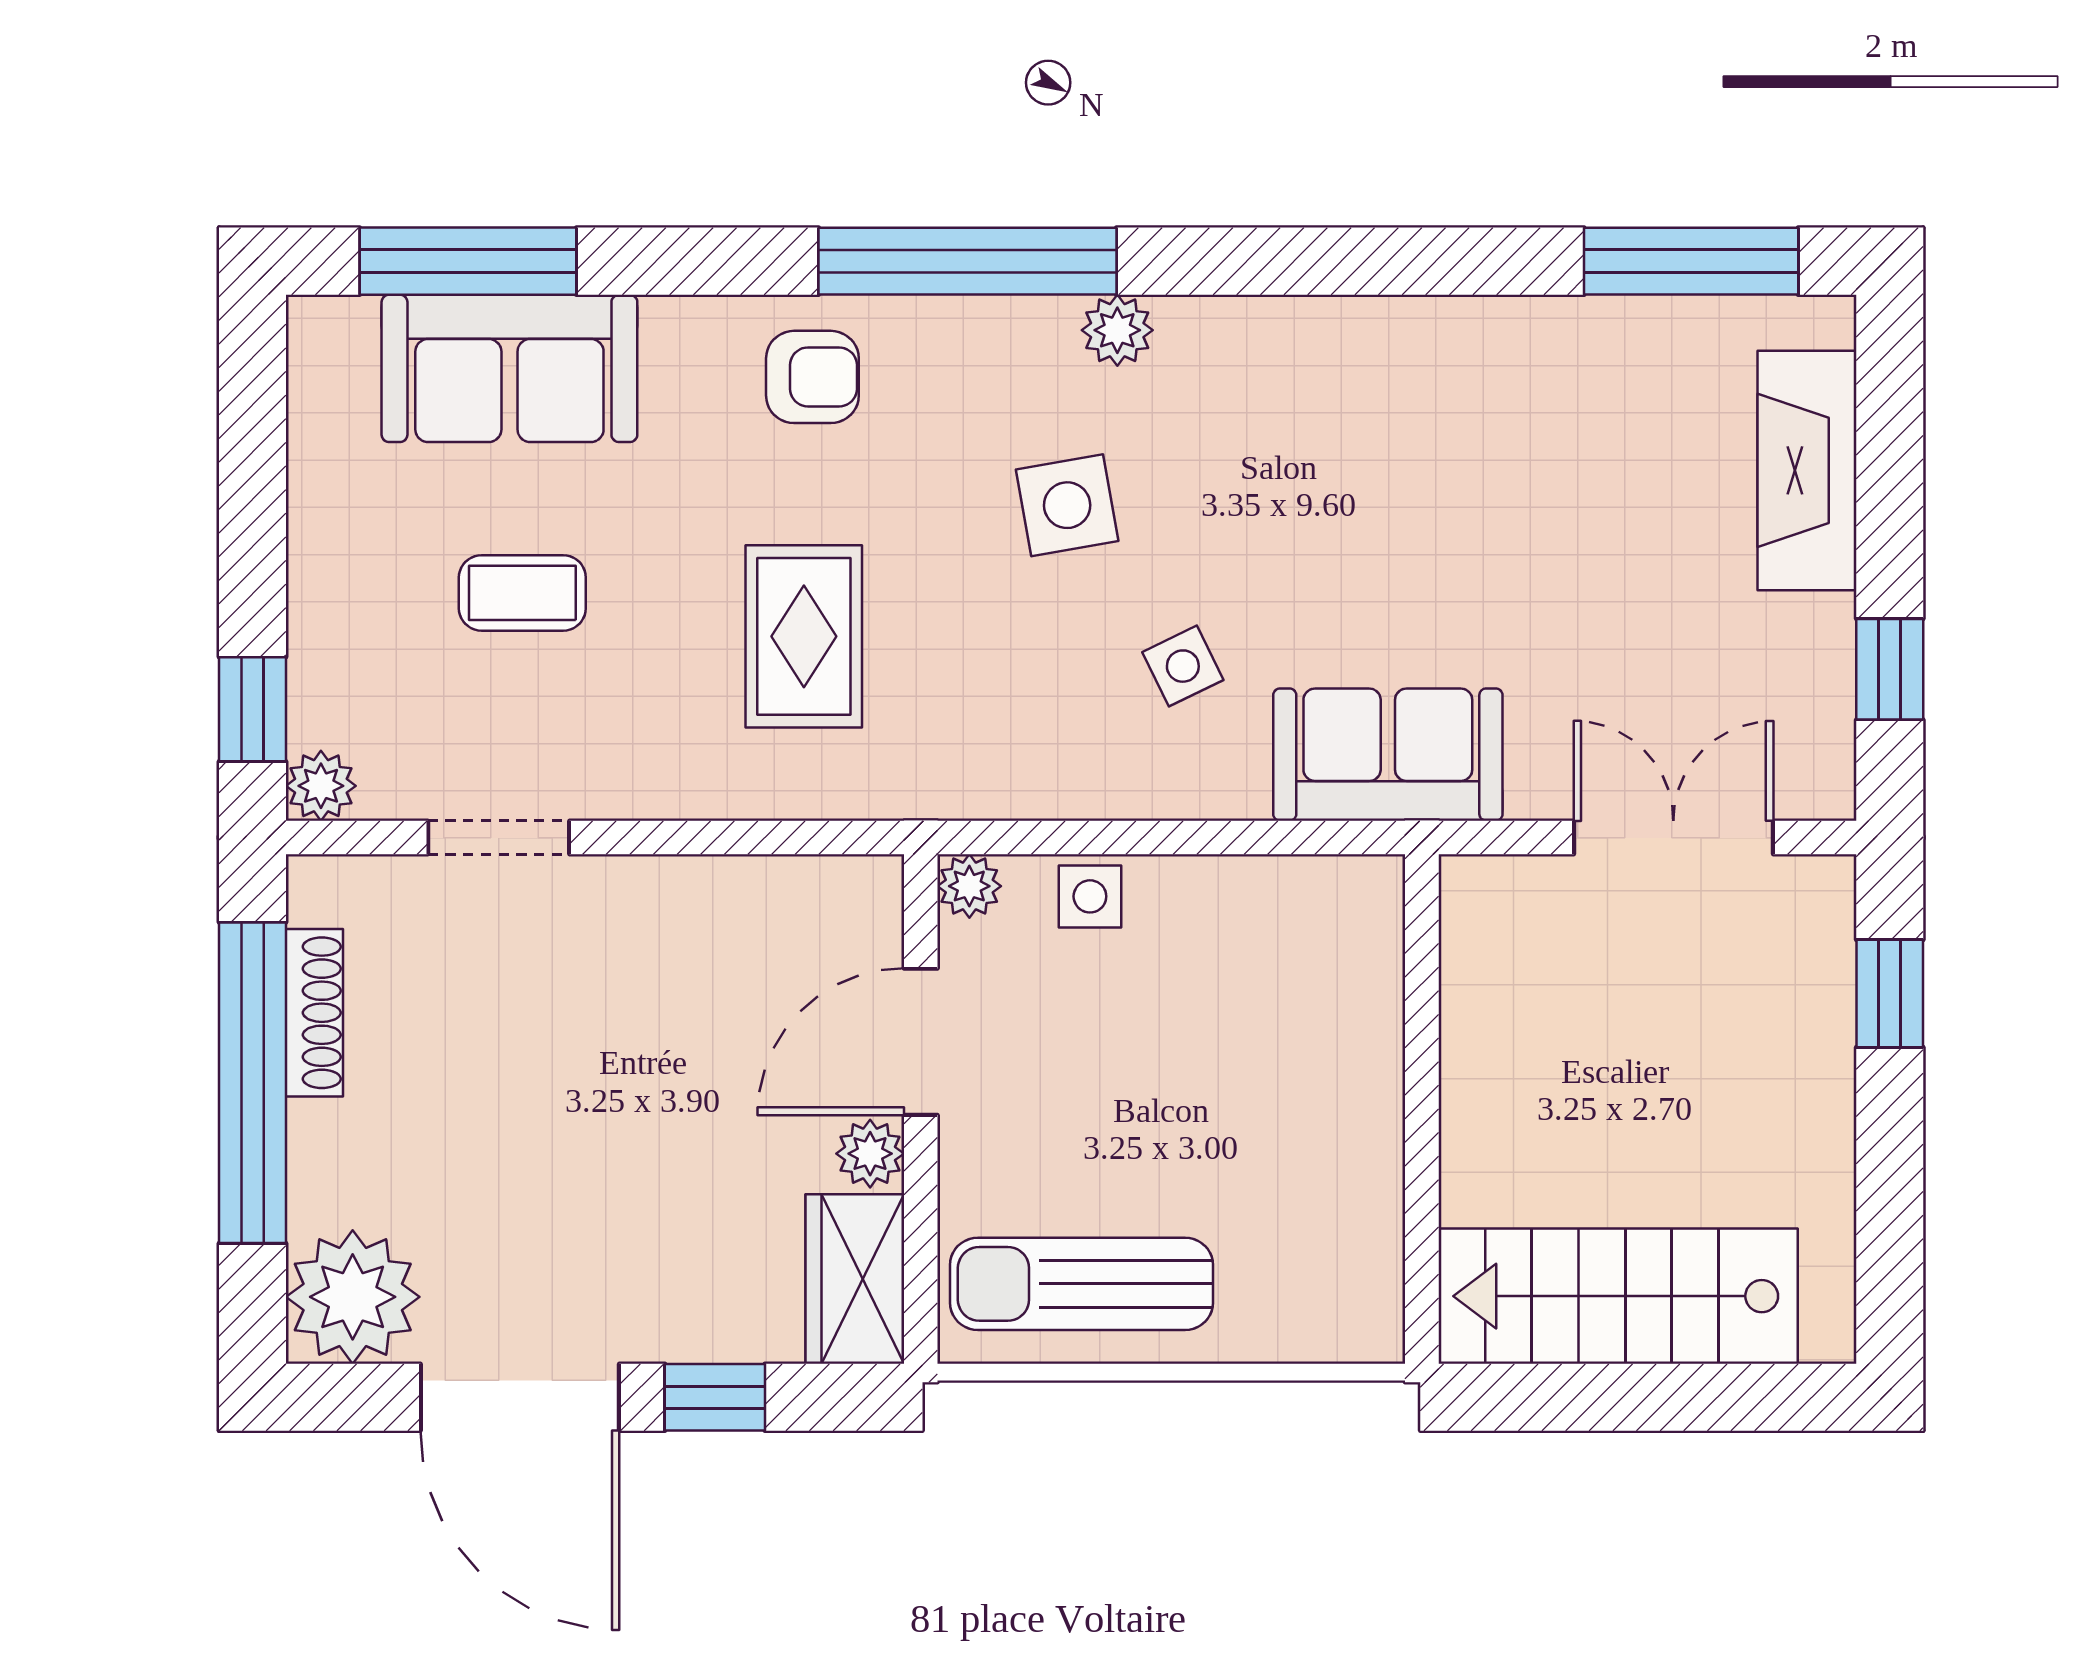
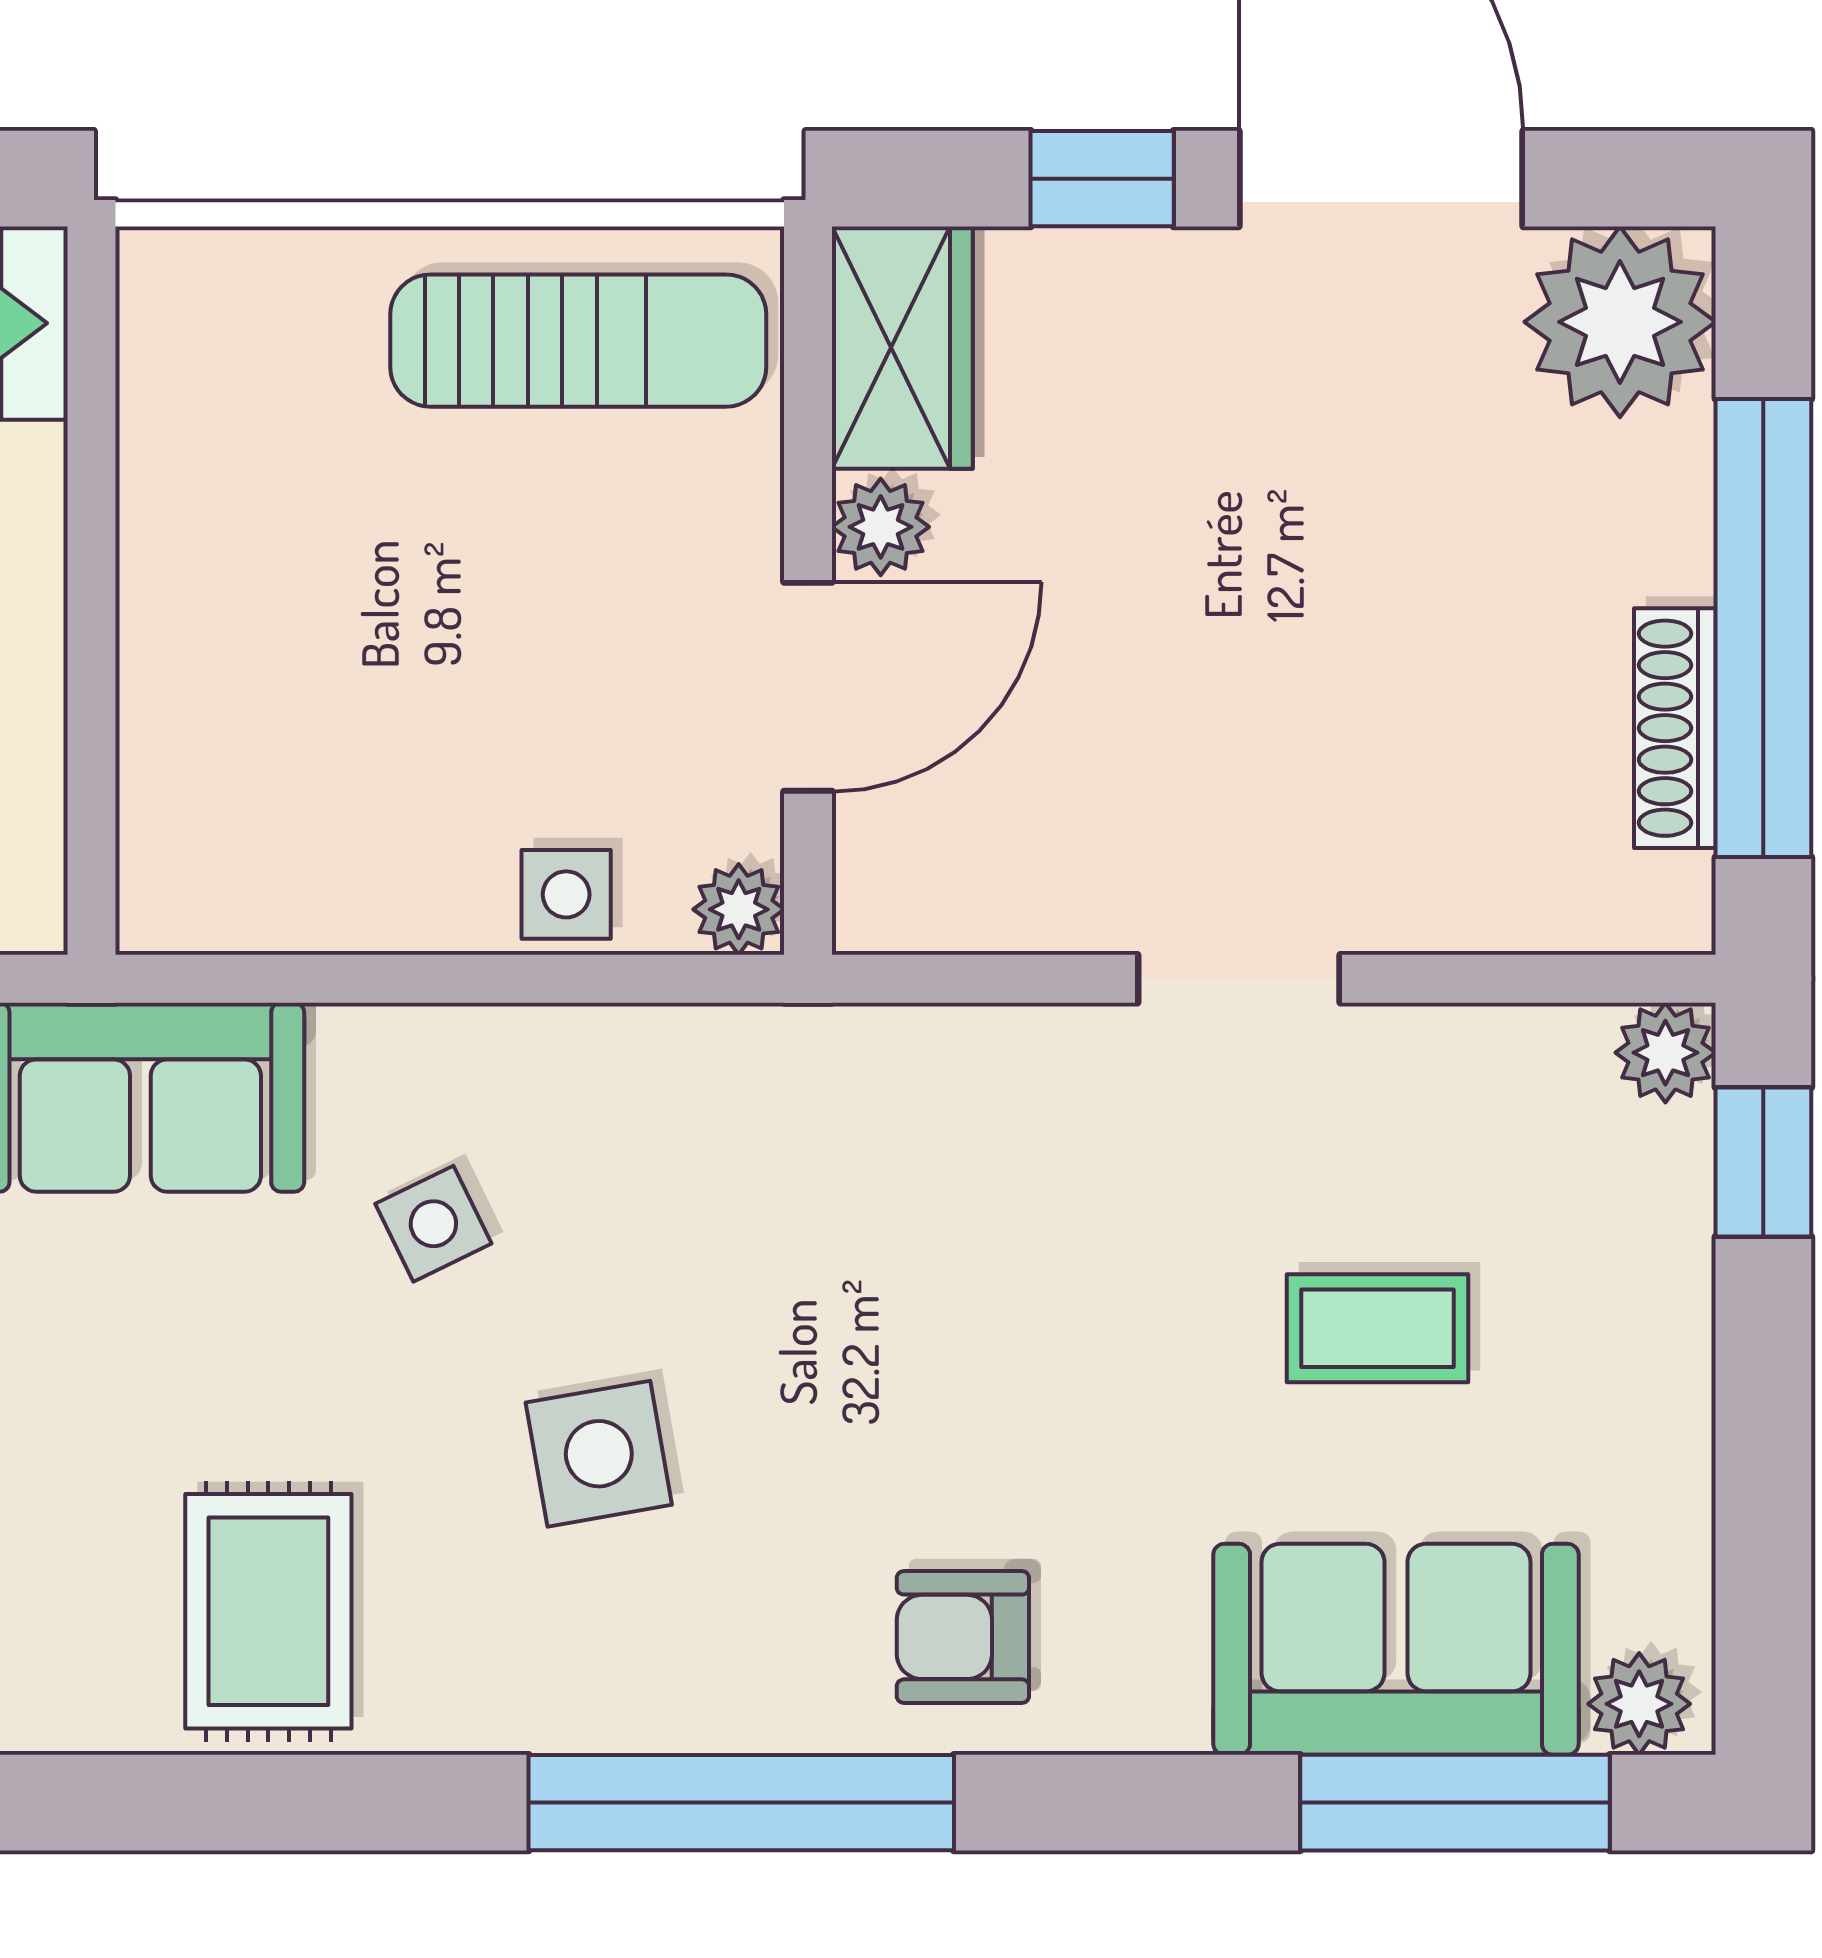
plant: (1117, 330) -> (1639, 1704), moved
rug: (804, 636) -> (268, 1611), moved
doorway: (499, 838) -> (1239, 979), moved

